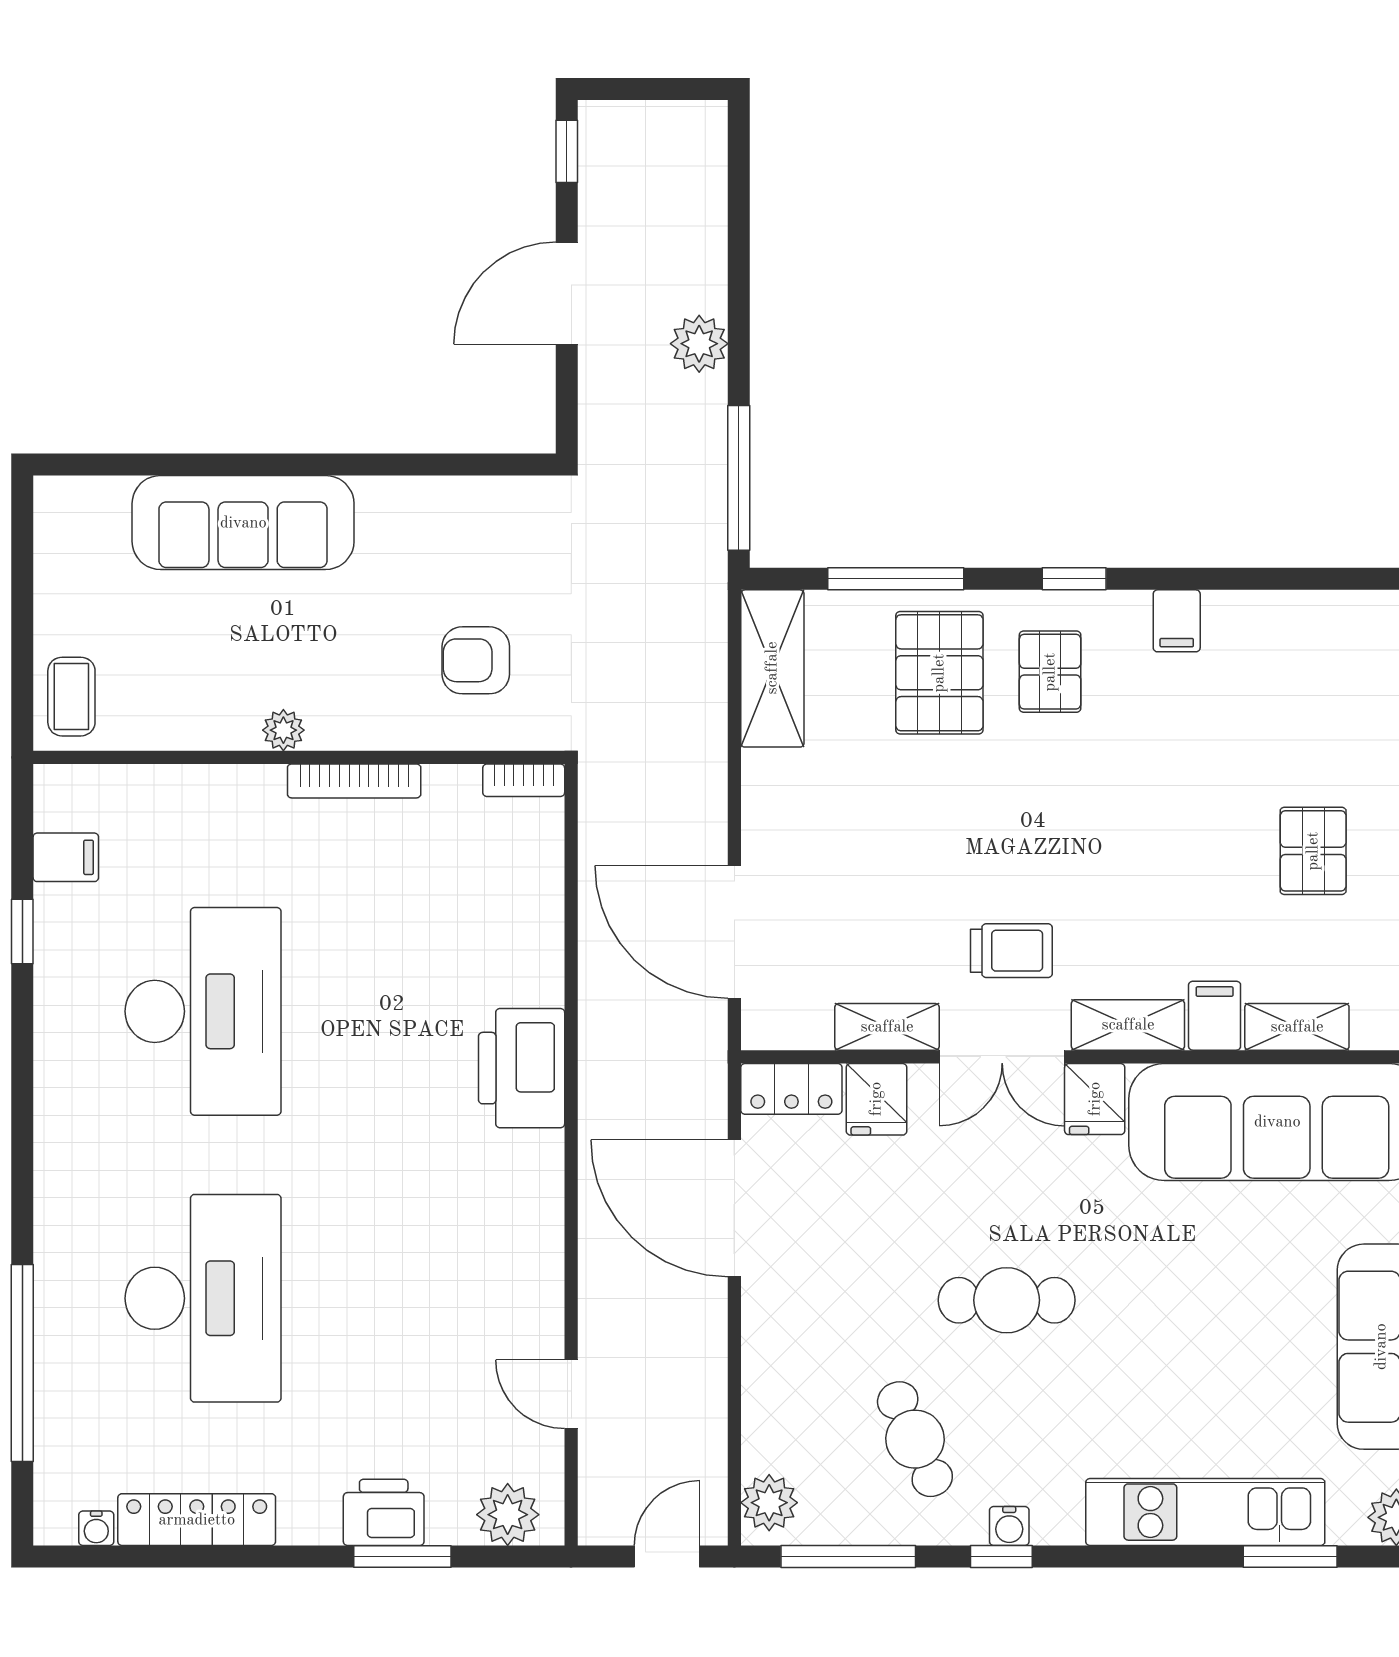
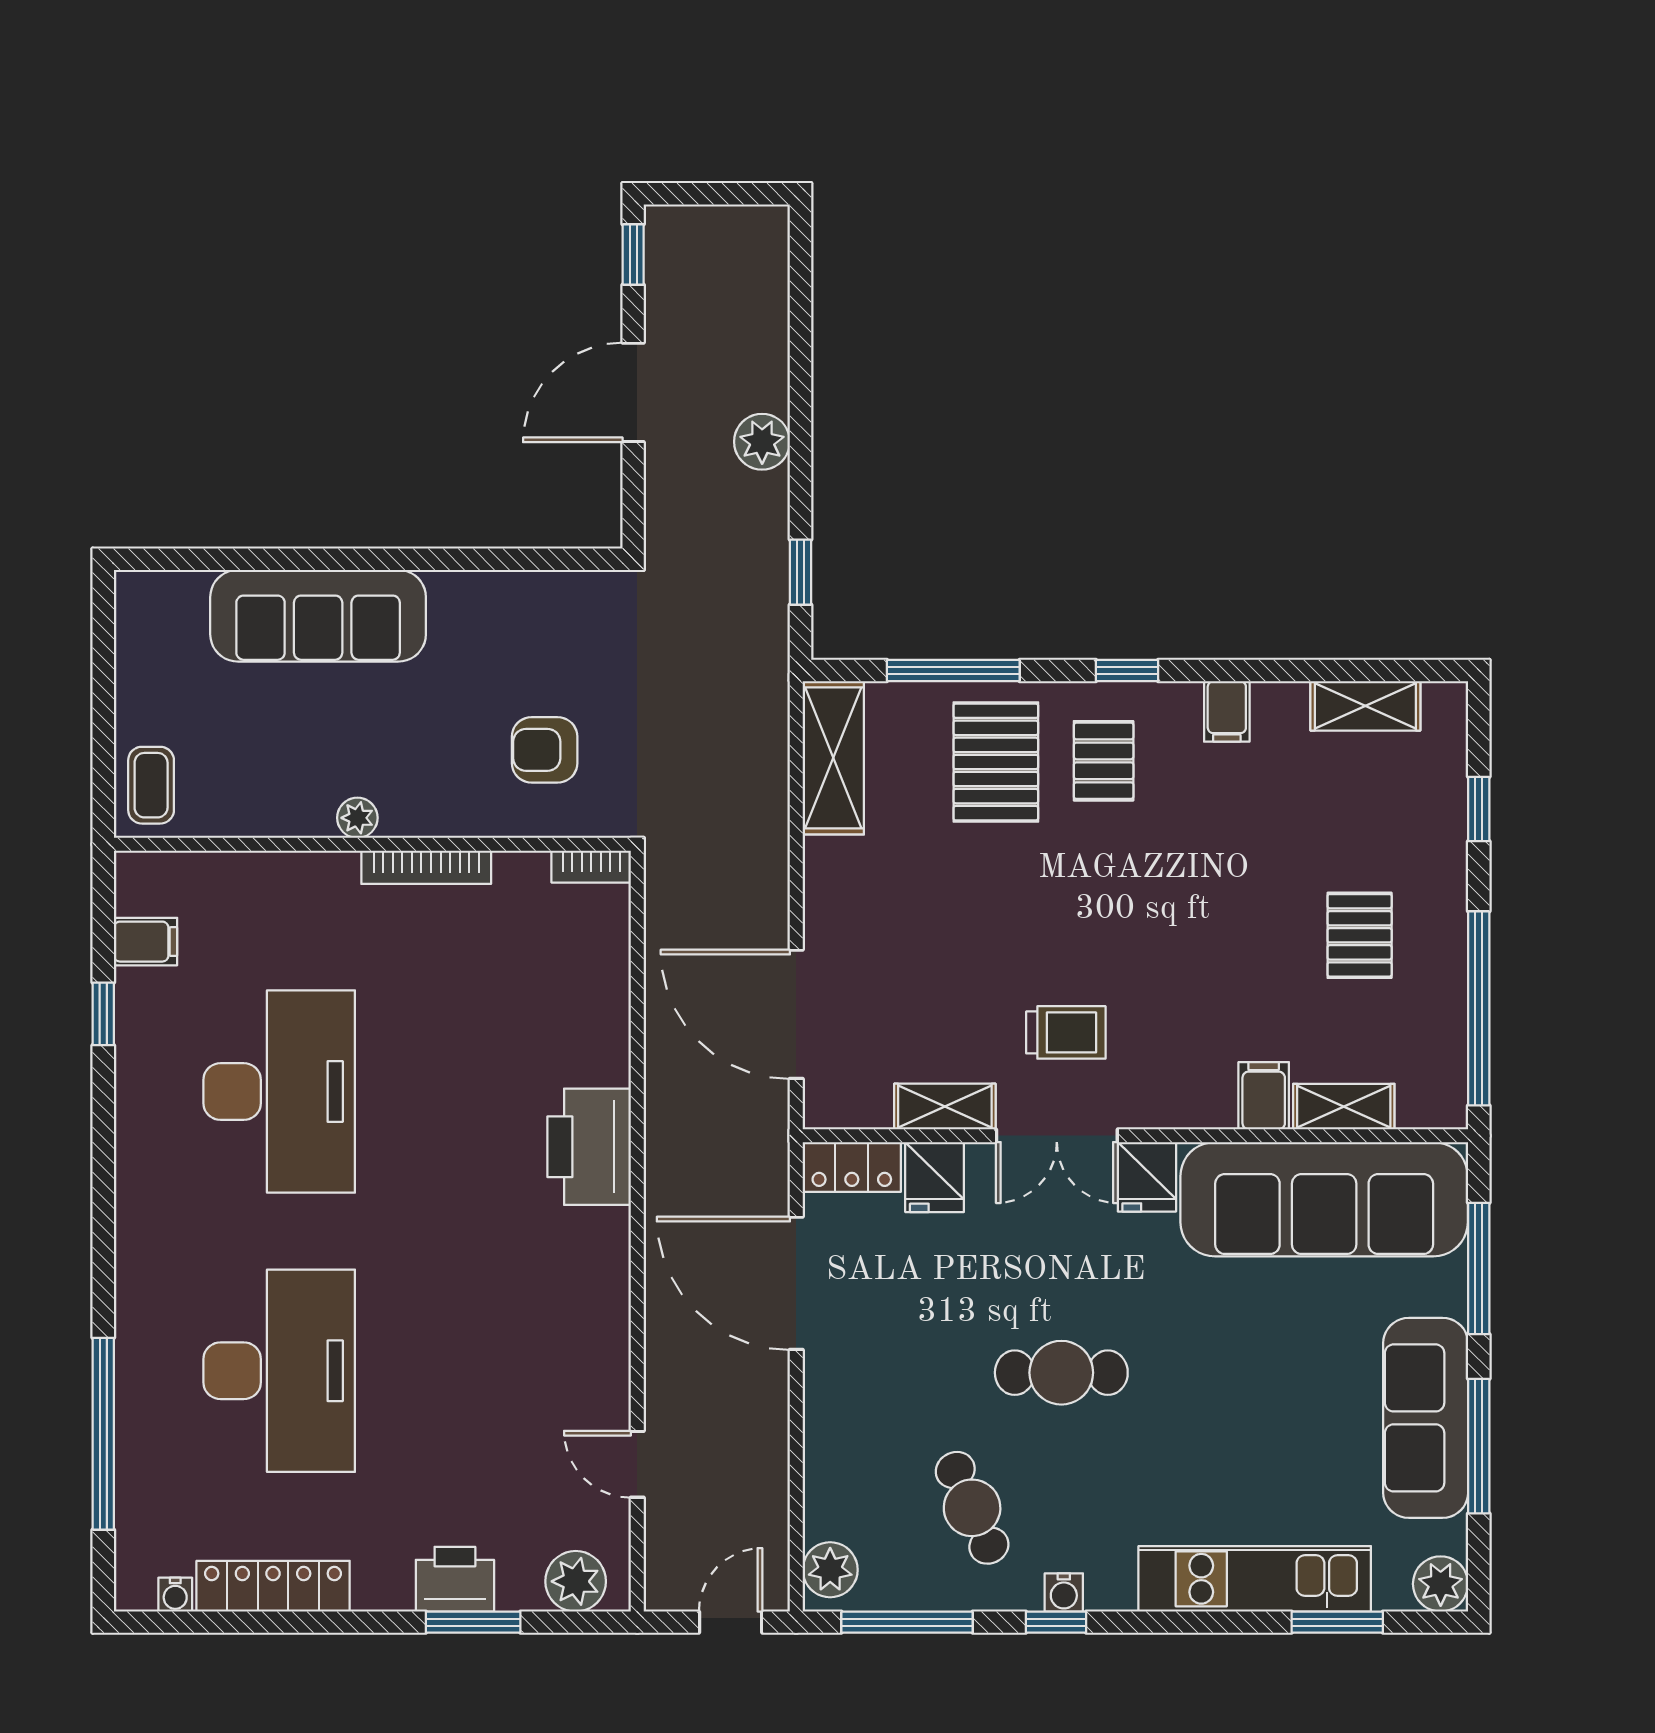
window: (739, 478) -> (801, 572), width x0.46
shelving: (1128, 1025) -> (1365, 706), moved

